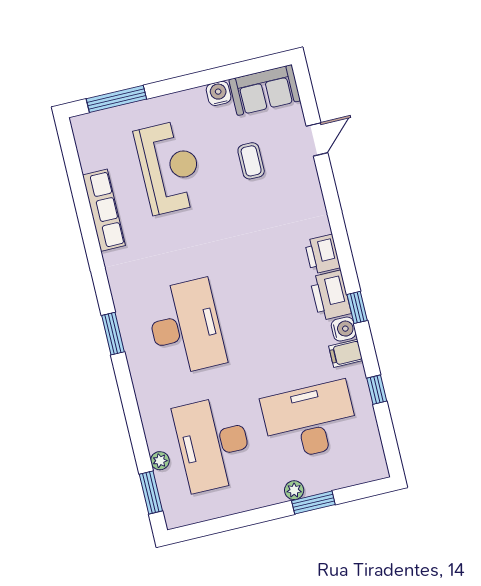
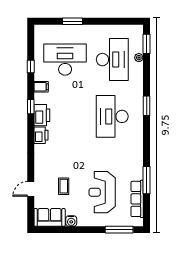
row of seats: (104, 210) -> (137, 199), moved
window: (84, 214) -> (147, 180), added
water cooler: (344, 329) -> (39, 98), removed
window: (113, 334) -> (147, 106), moved
desk: (310, 421) -> (65, 60), turned 180
plant: (294, 490) -> (80, 29), removed

